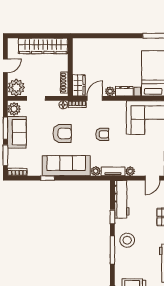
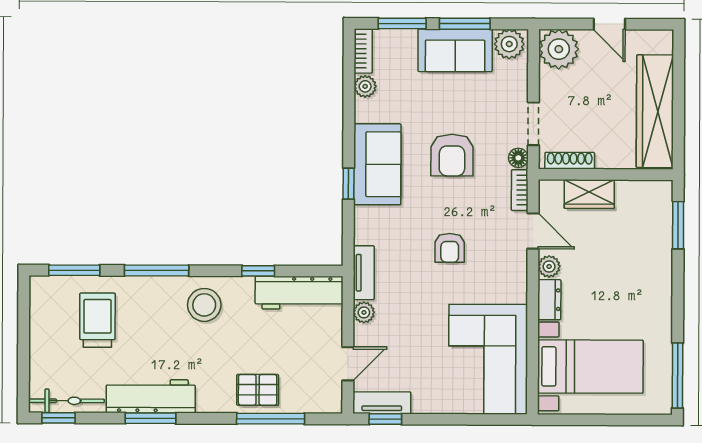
window: (92, 36) -> (678, 225), added
wardrobe: (79, 85) -> (589, 194), moved
doorway: (36, 98) -> (533, 124), moved
sofa: (66, 166) -> (377, 164), width x0.73
plant: (96, 171) -> (365, 86), moved
window: (48, 178) -> (349, 184), moved
door: (152, 178) -> (348, 364), swing flipped
window: (112, 250) -> (157, 271), moved

